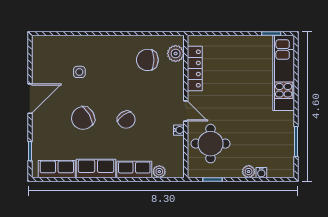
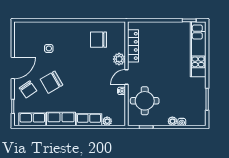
plant: (176, 53) -> (119, 59), moved
door: (186, 111) -> (126, 77), swing flipped
chair: (126, 120) -> (28, 89), moved

